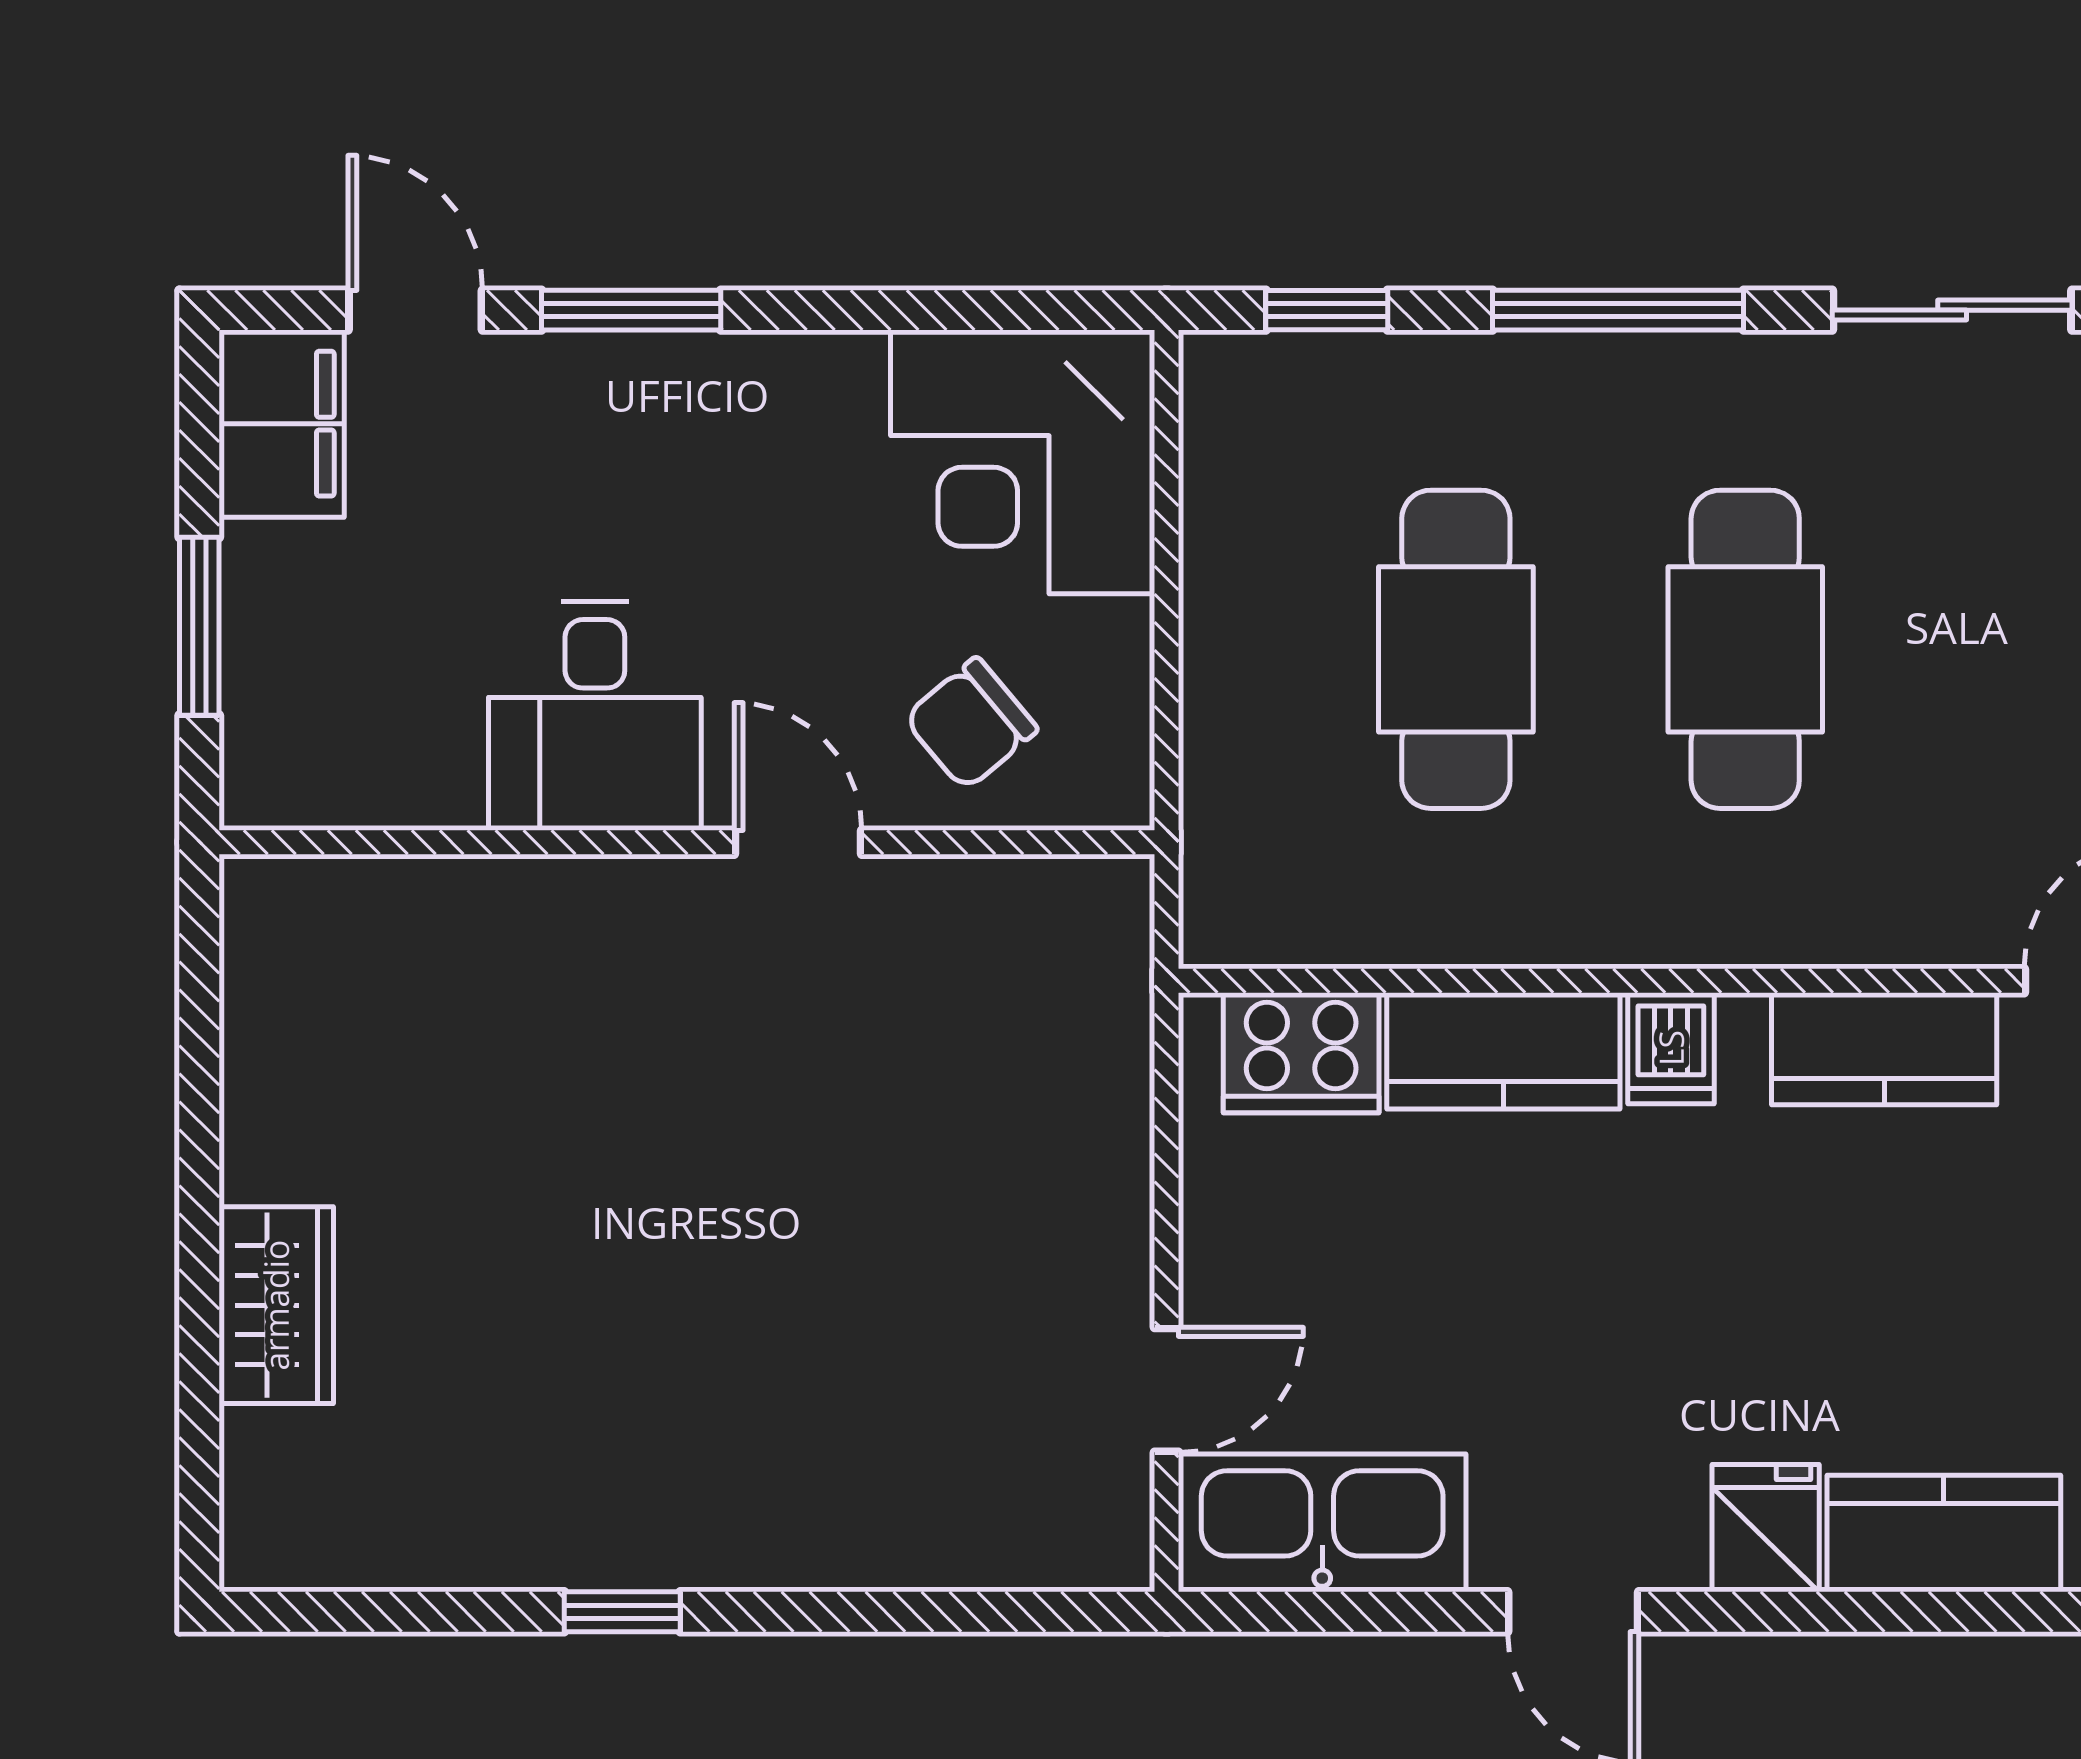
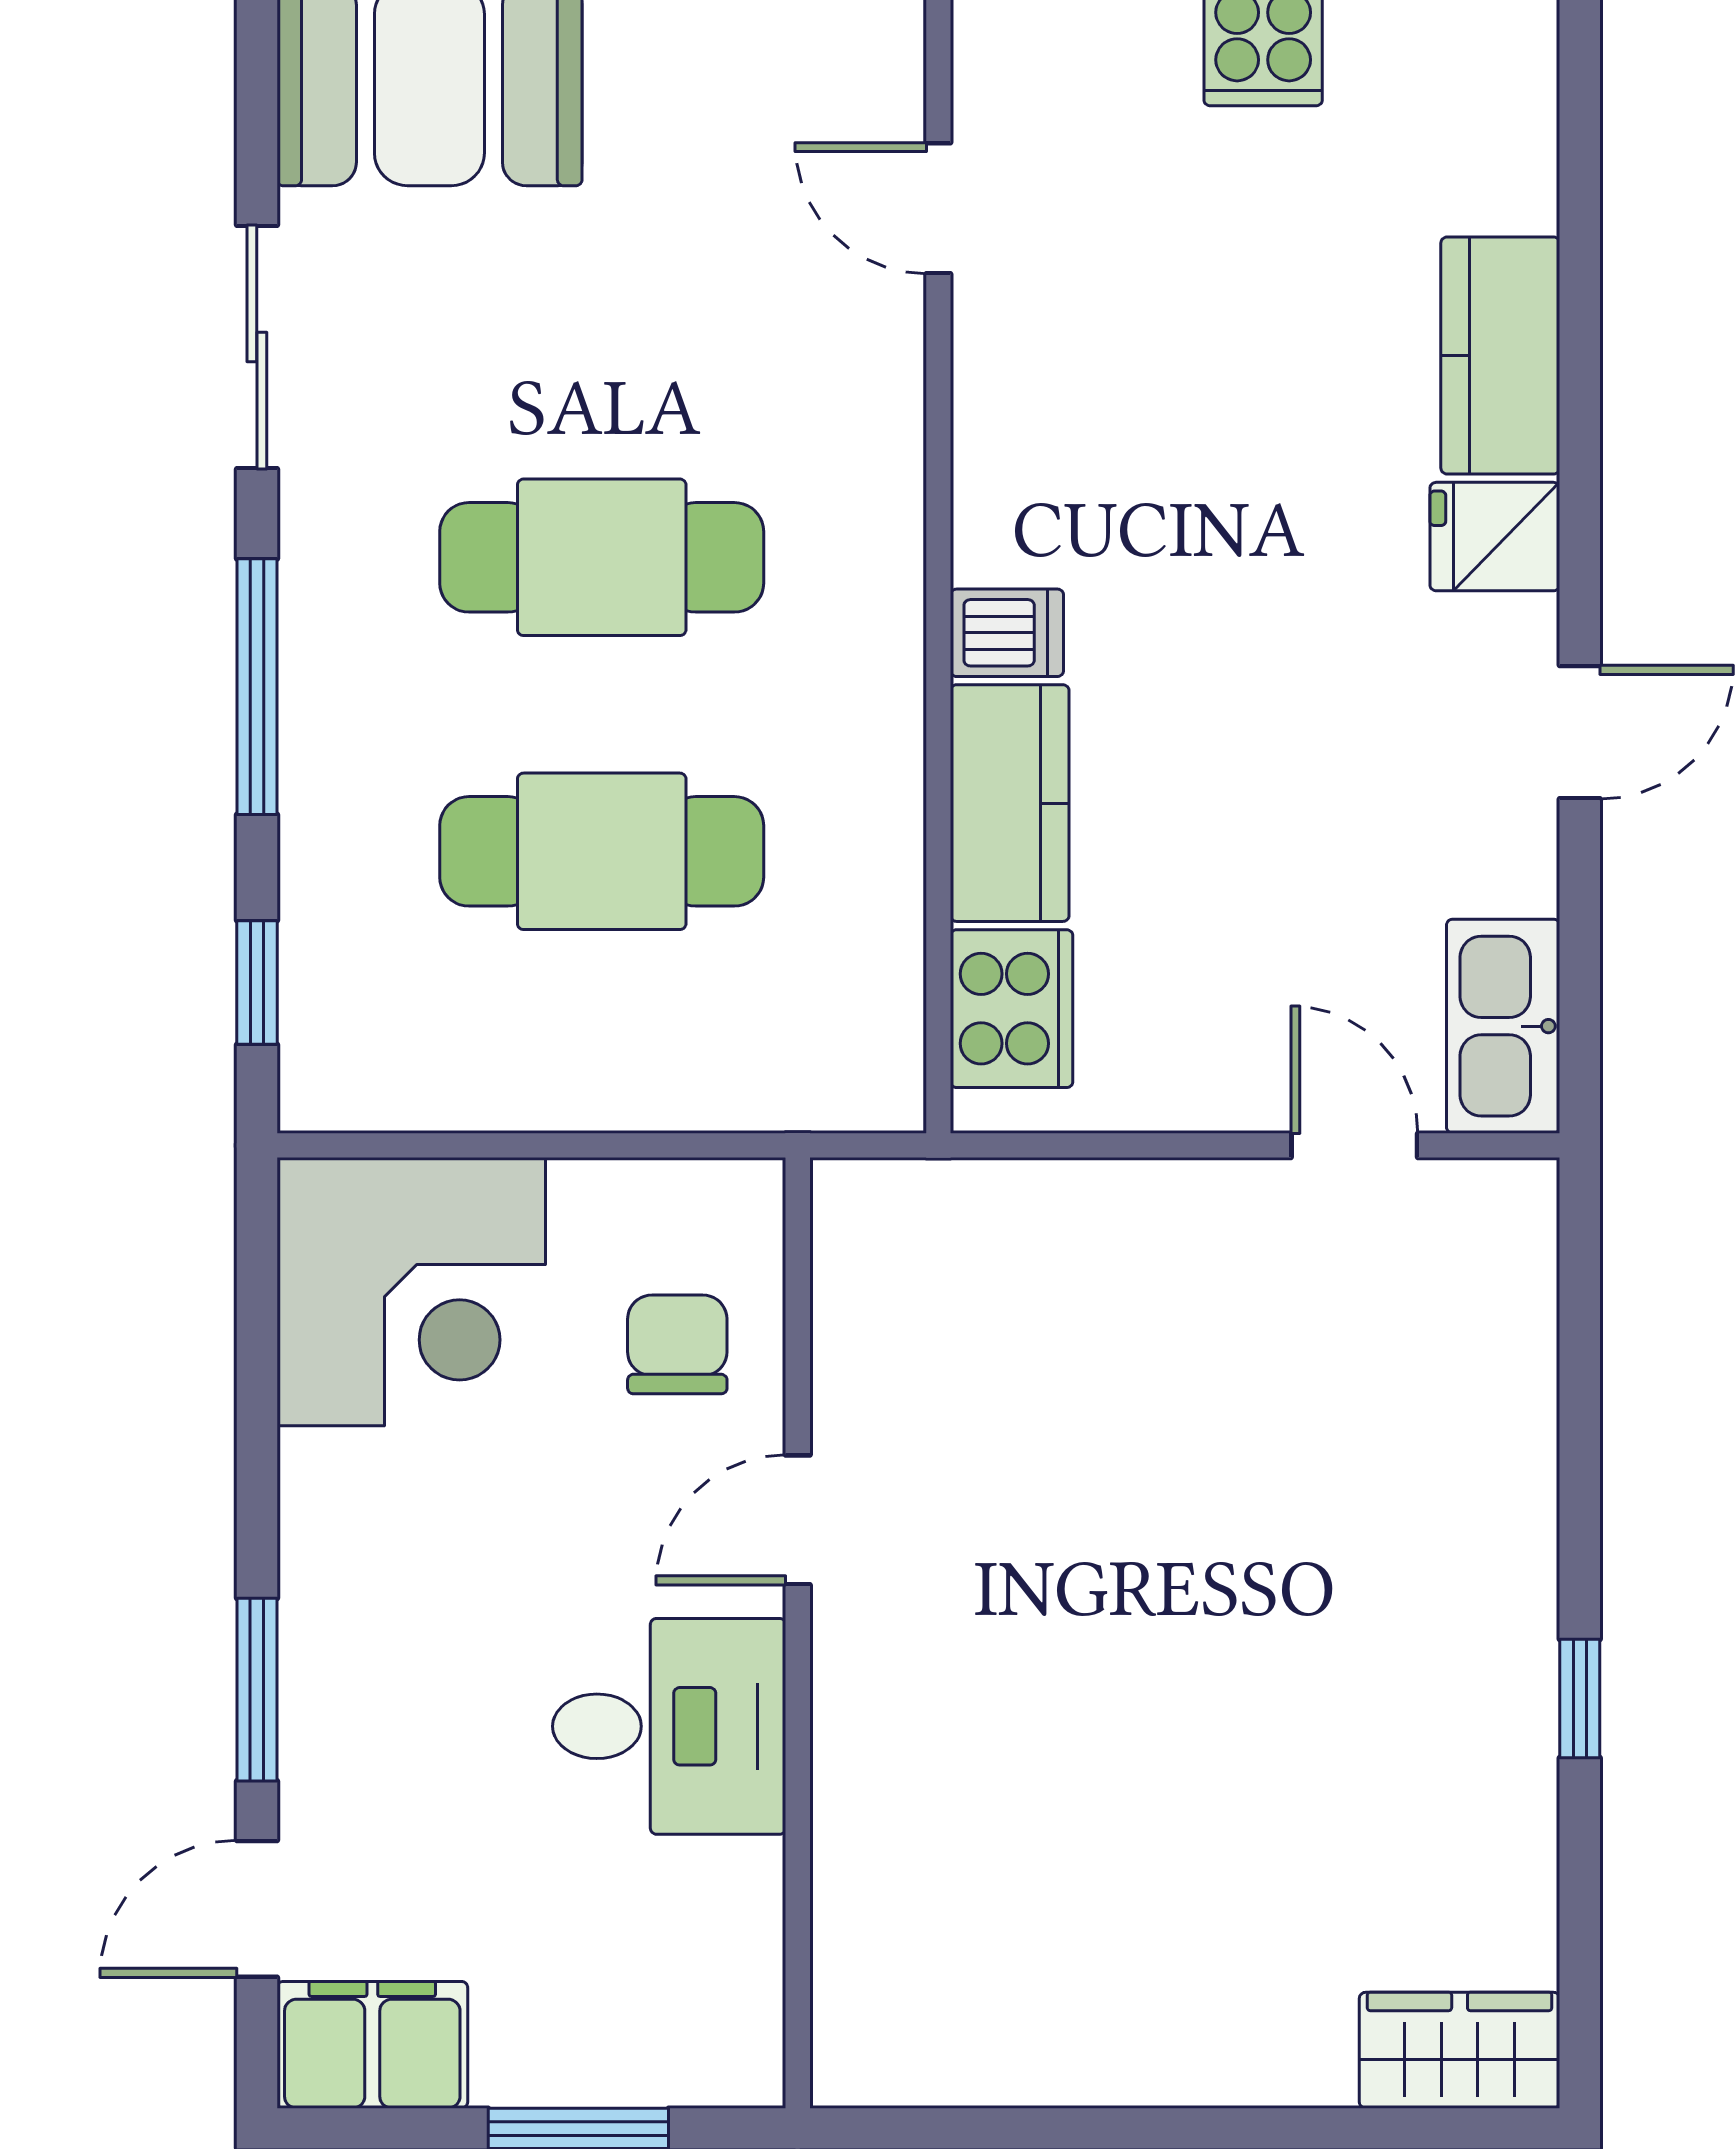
chair: (971, 724) -> (677, 1344), turned -140
kitchen counter: (1884, 1049) -> (1008, 416), removed
wardrobe: (276, 1305) -> (1460, 2050), moved
kitchen sink: (1322, 1523) -> (1503, 1026), width x0.73, depth x0.81

